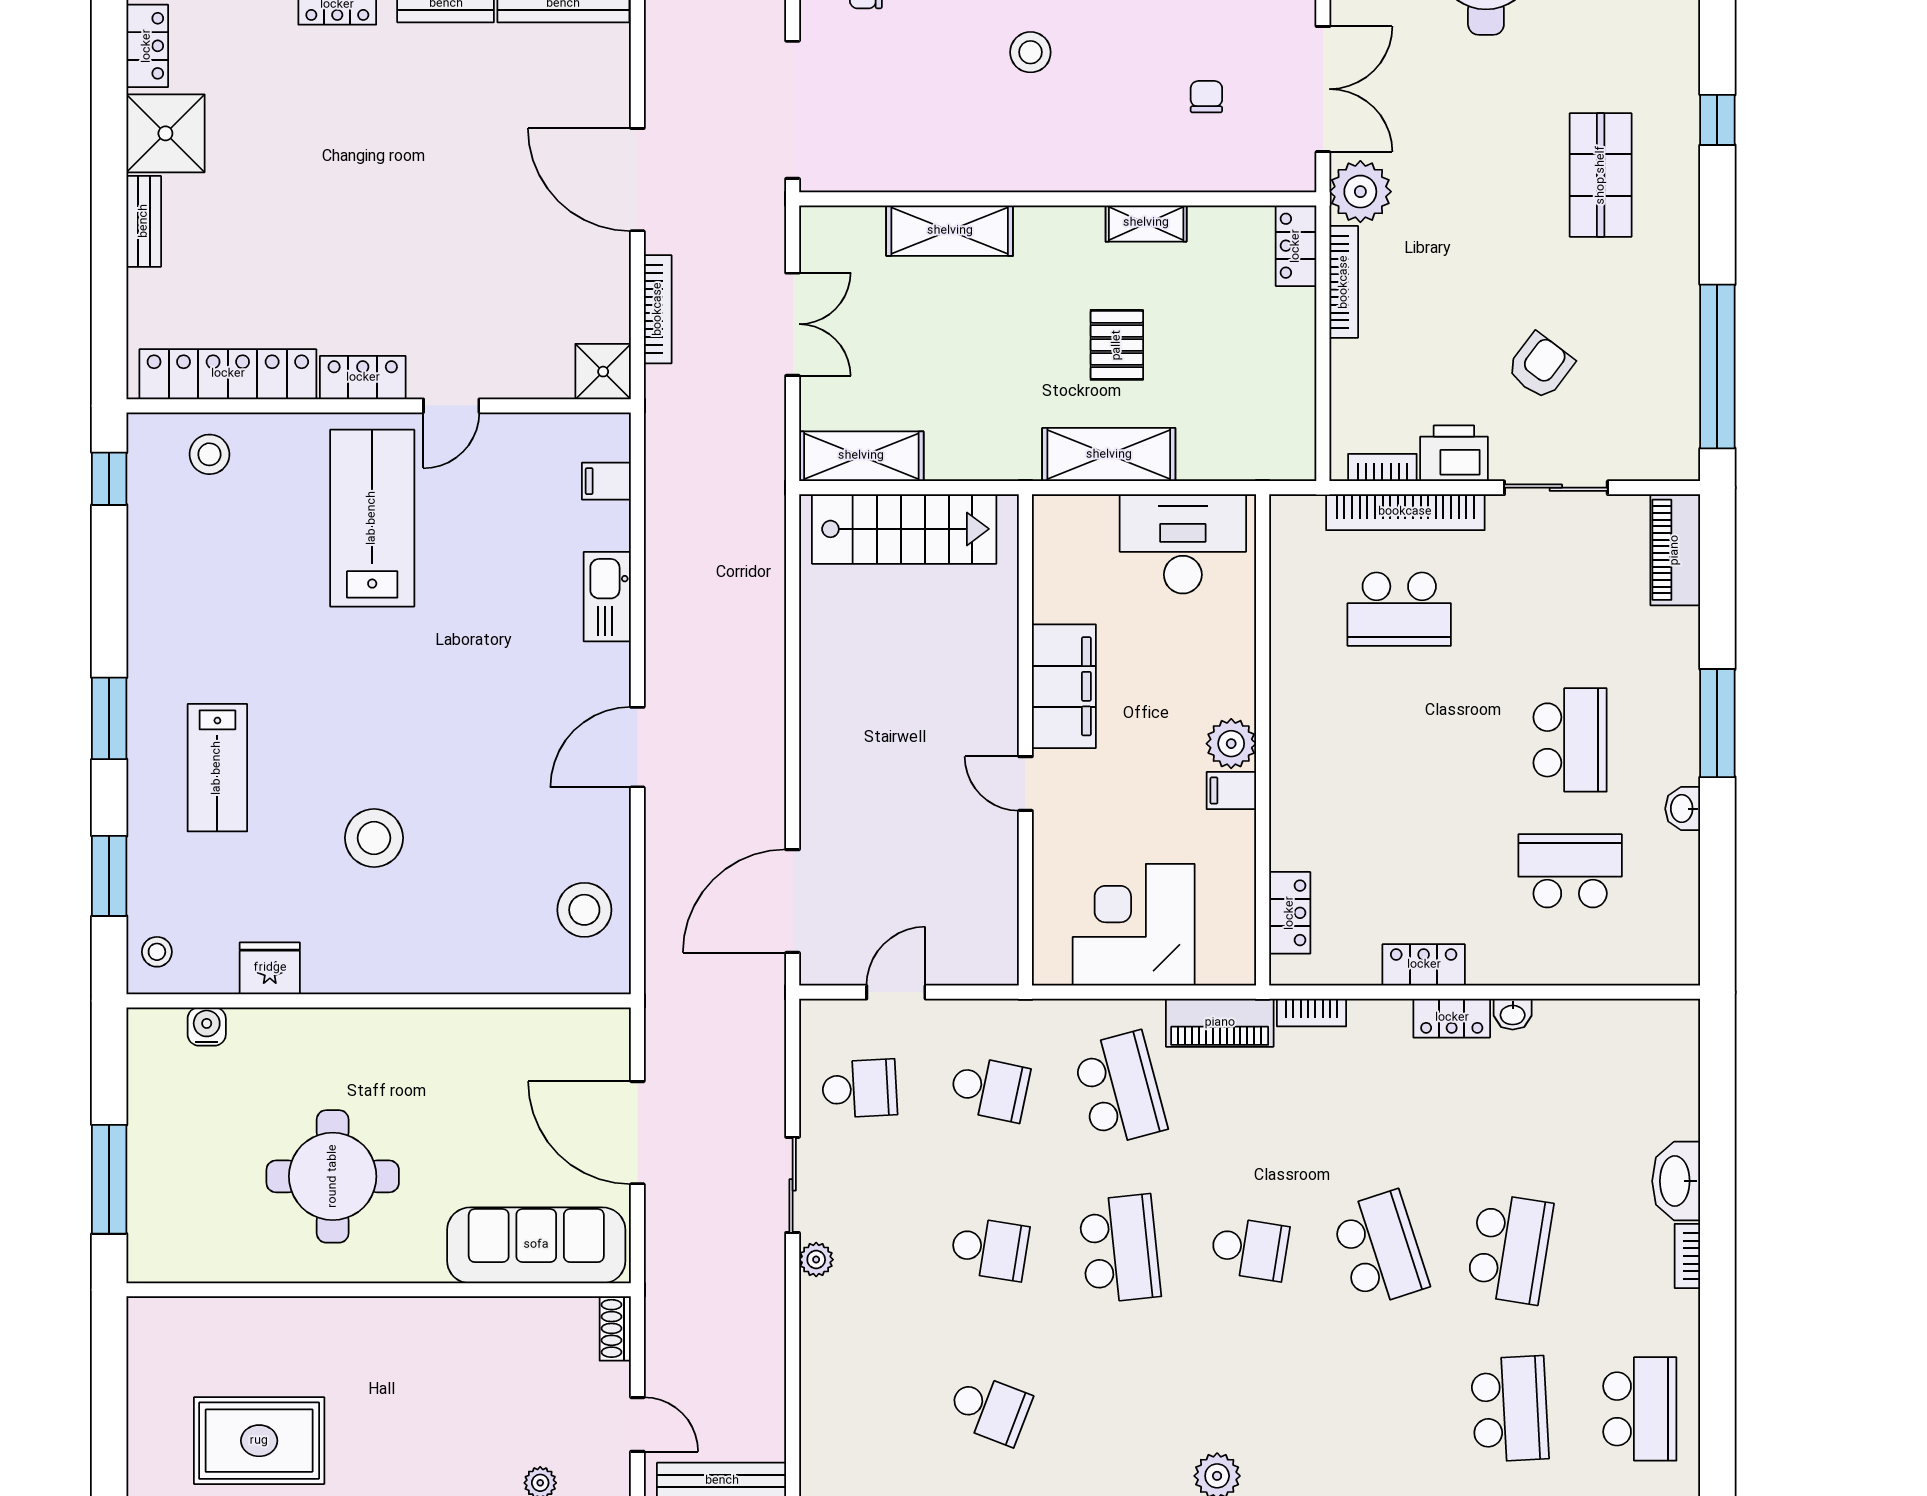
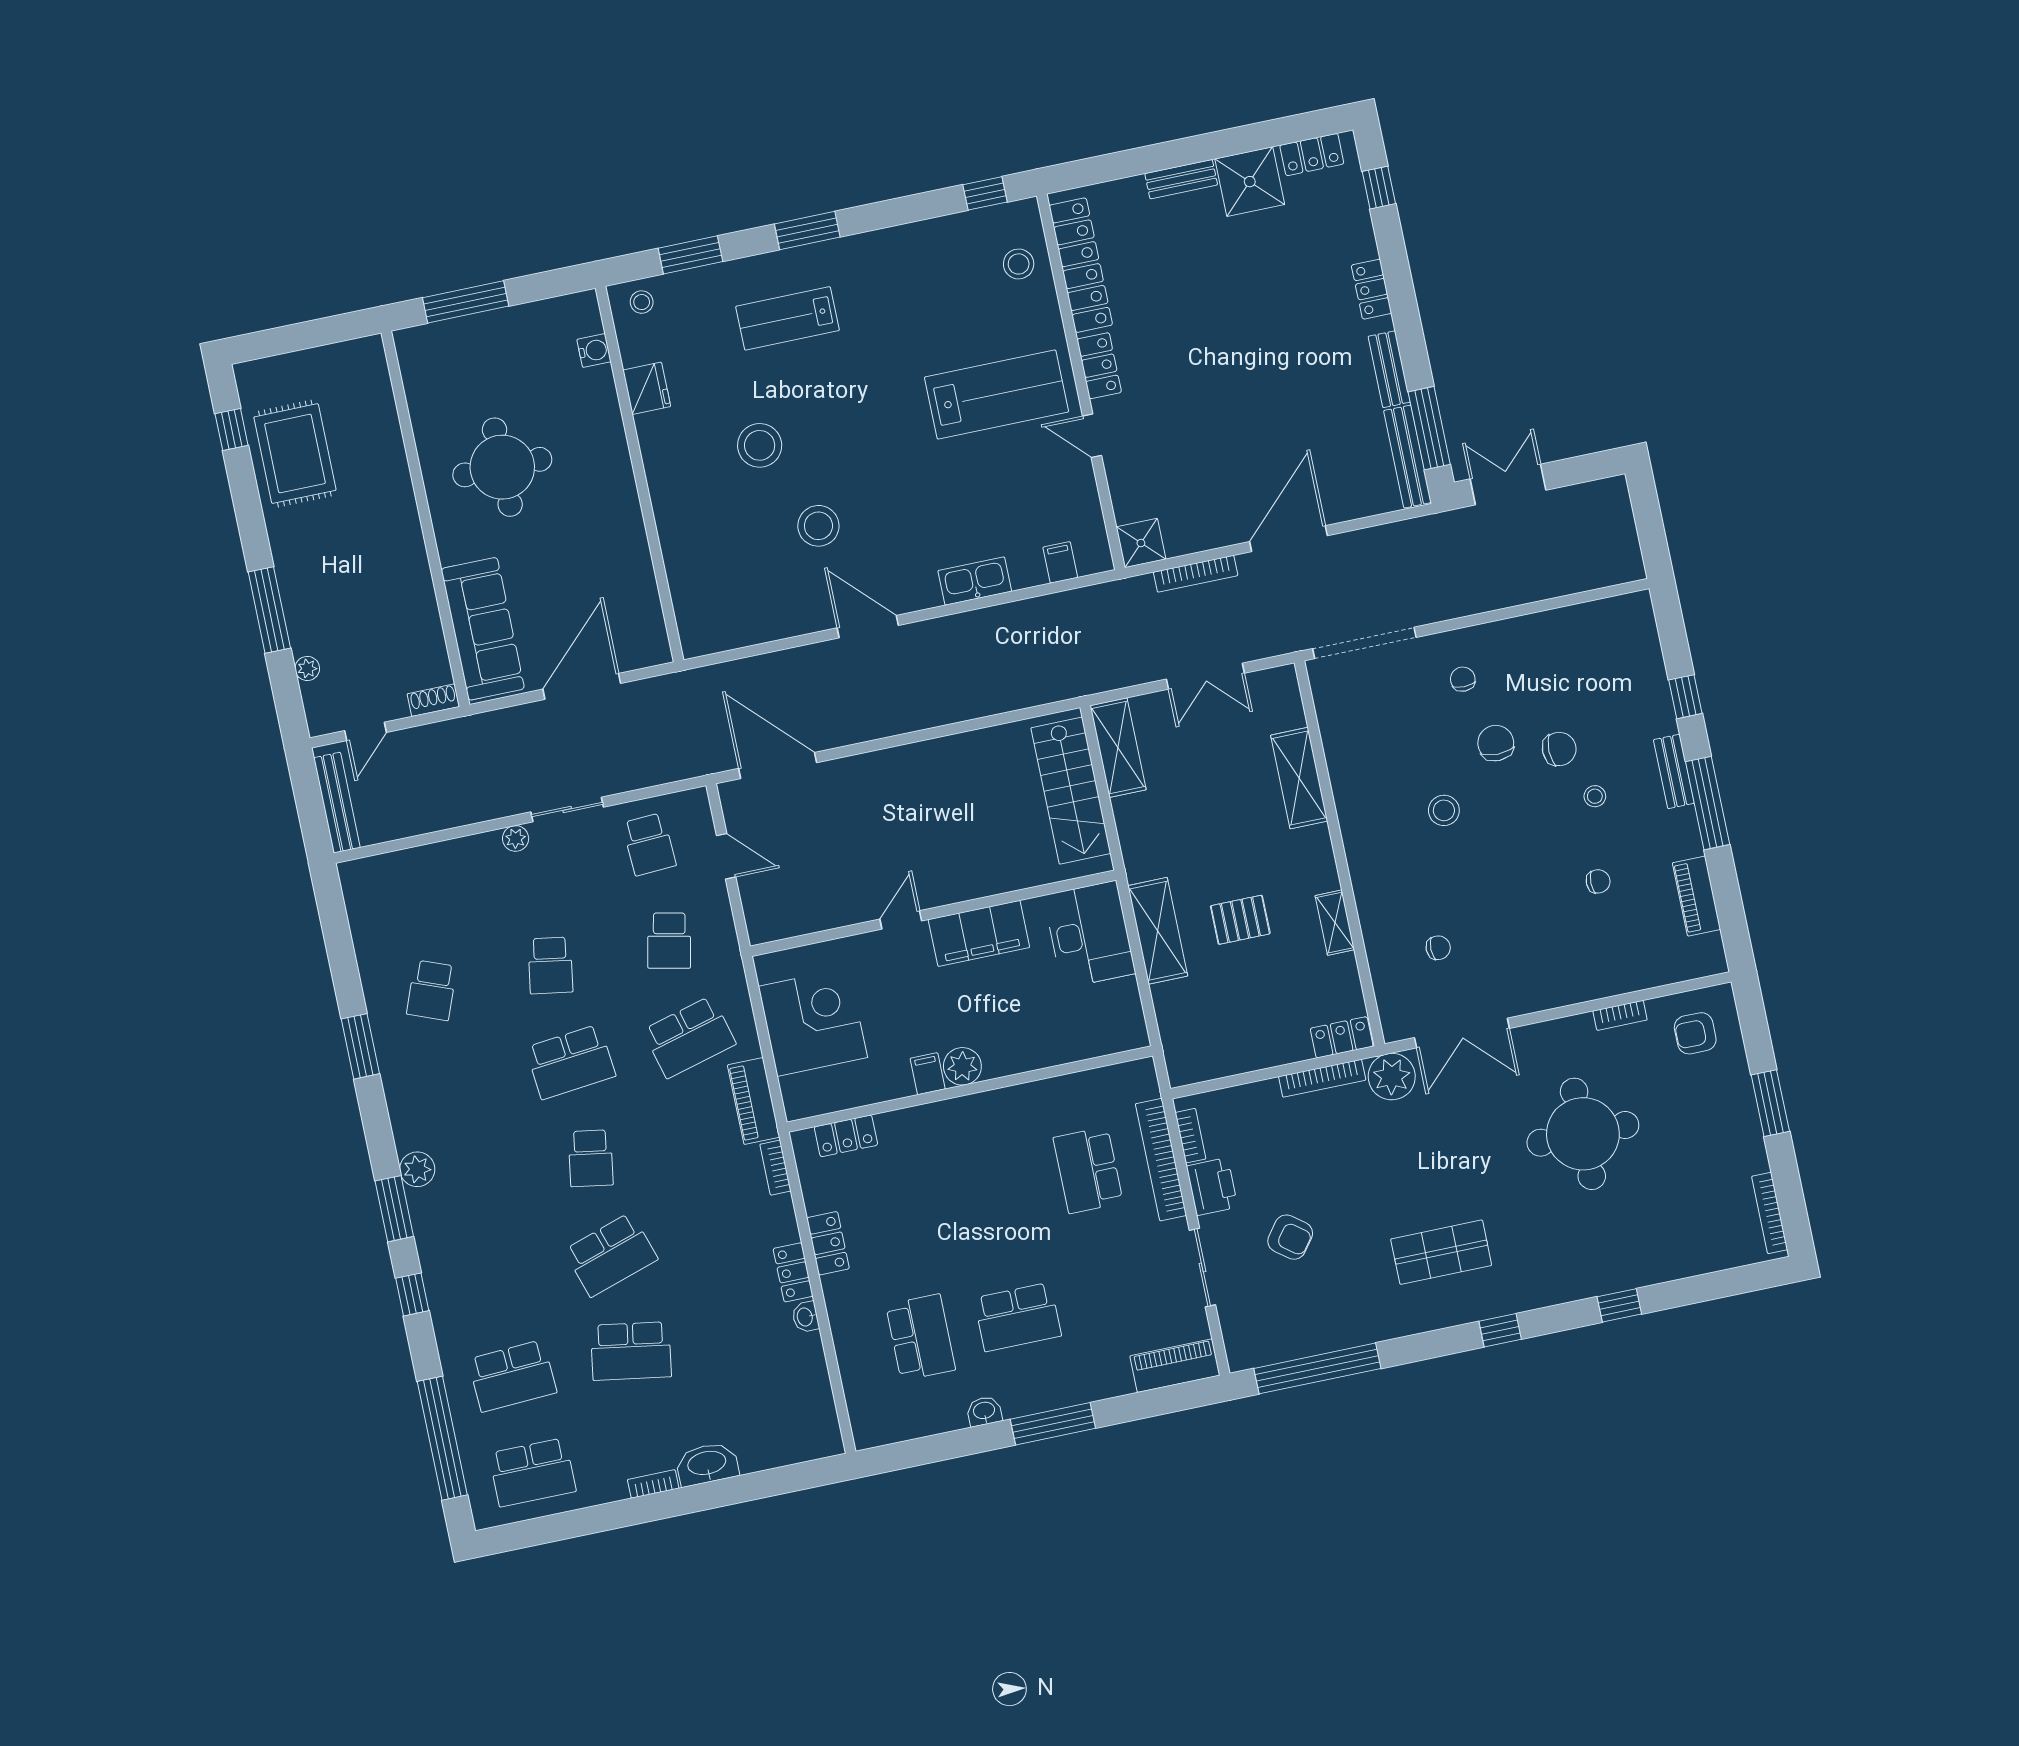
desk: (1183, 544) -> (1089, 934), moved
stool: (584, 910) -> (818, 526), moved

